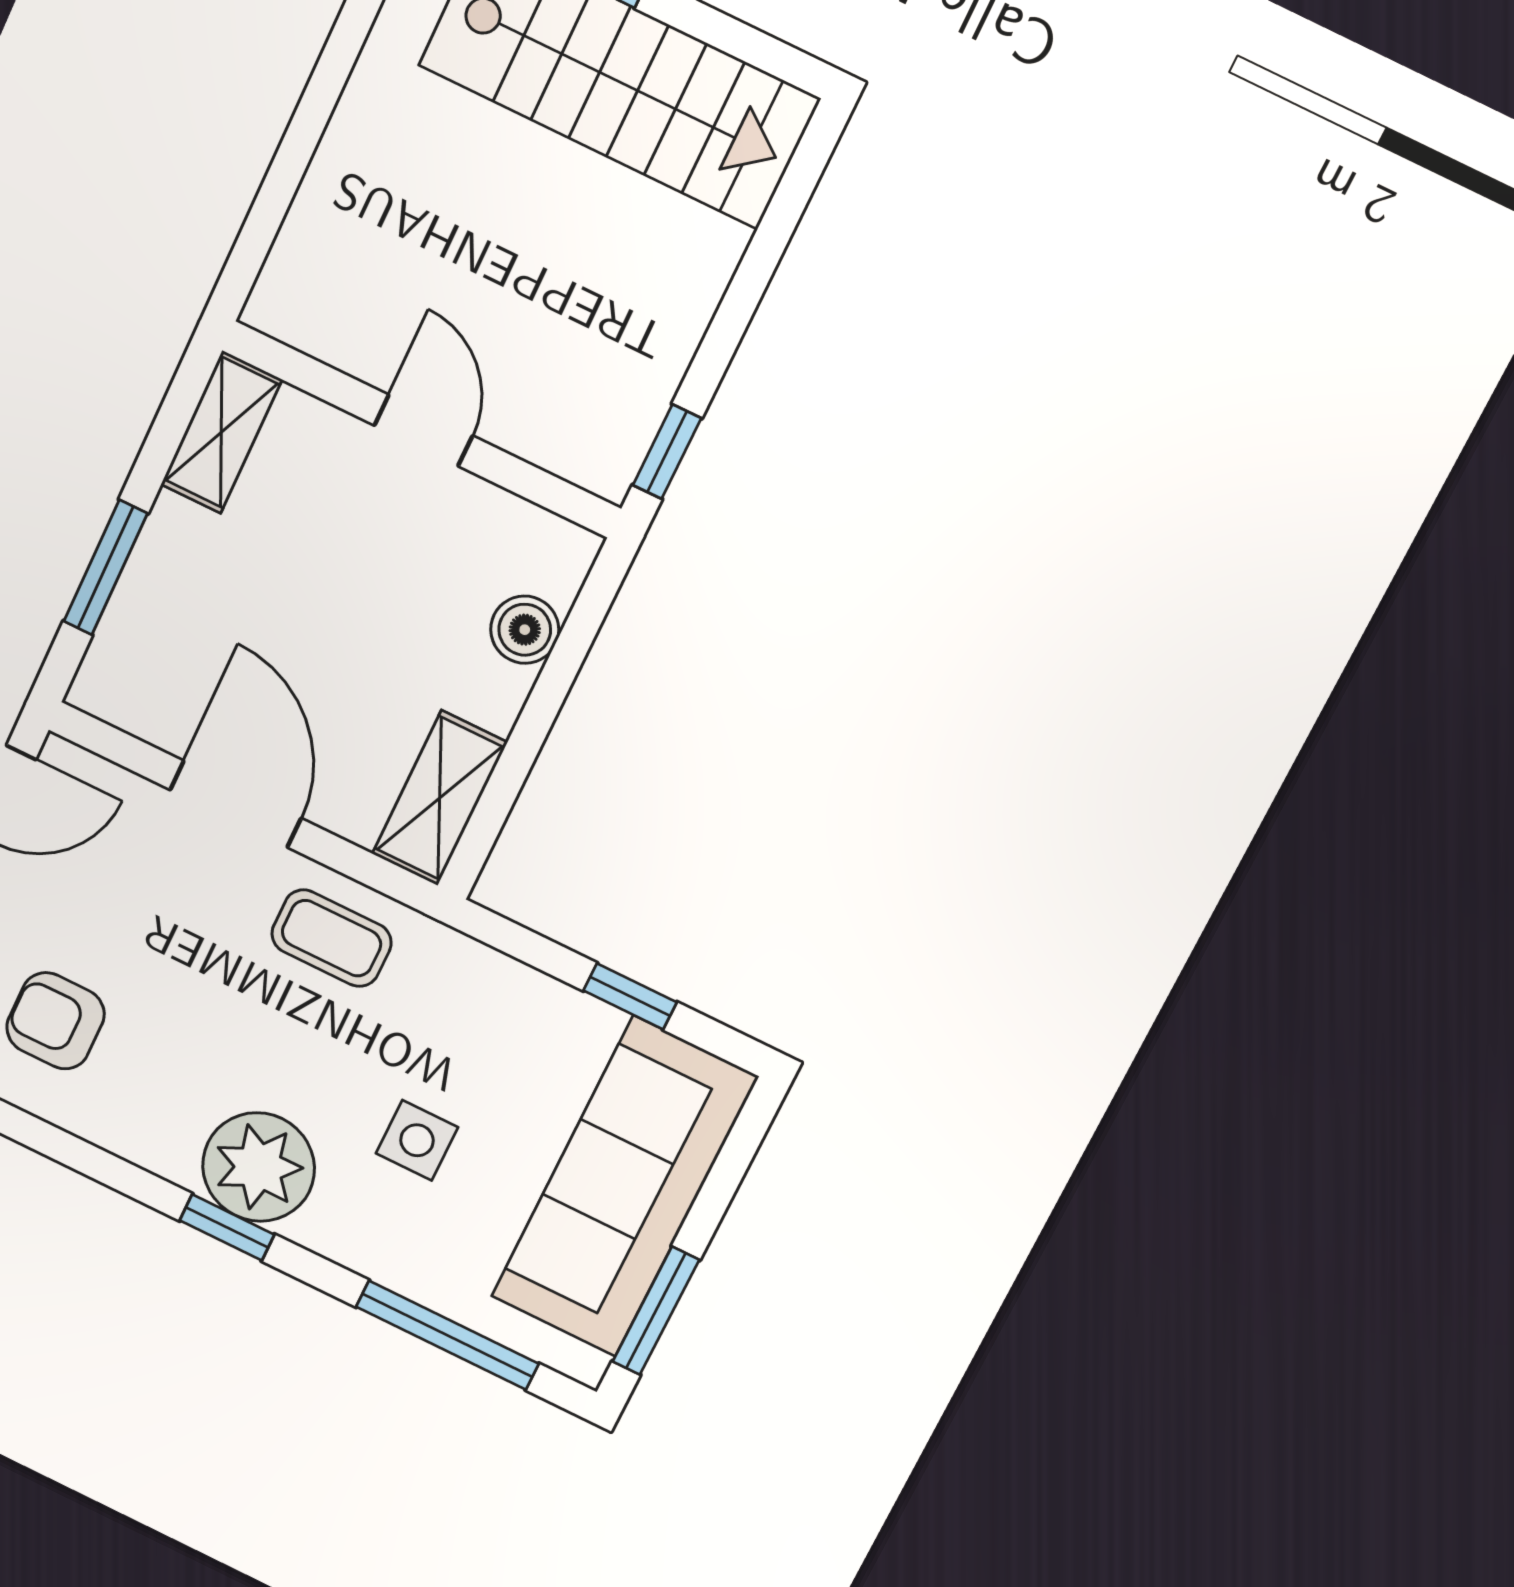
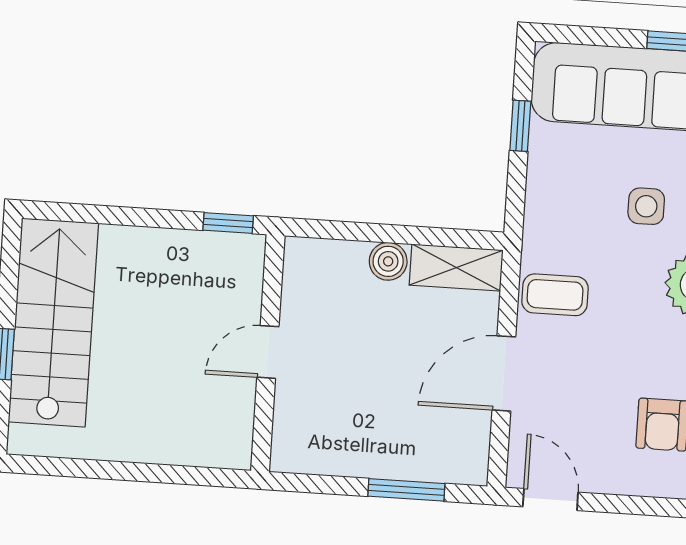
shelving: (221, 432) -> (311, 456), removed
boiler: (525, 630) -> (388, 261), moved
coffee table: (331, 938) -> (555, 295), turned 90

